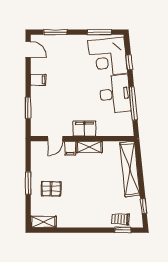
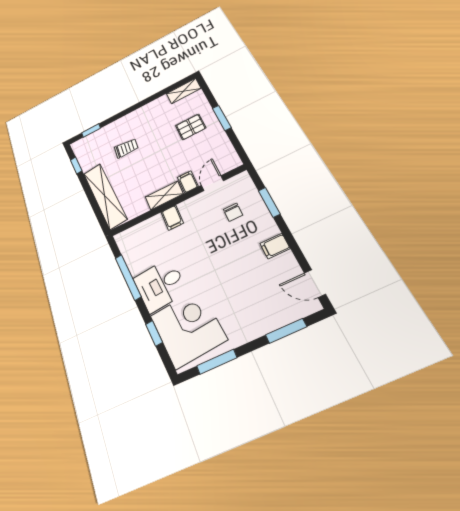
desk: (115, 94) -> (160, 285), width x0.73
chair: (52, 113) -> (233, 212), added
filing cabinet: (84, 129) -> (172, 218), width x0.50
trolley: (121, 219) -> (126, 148), moved

